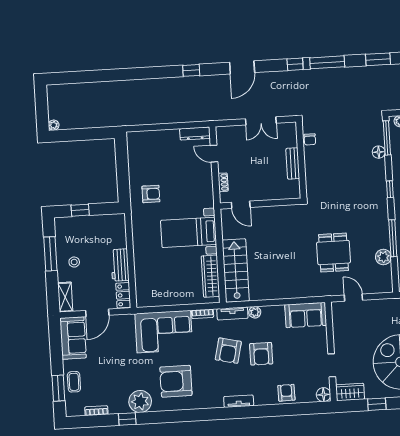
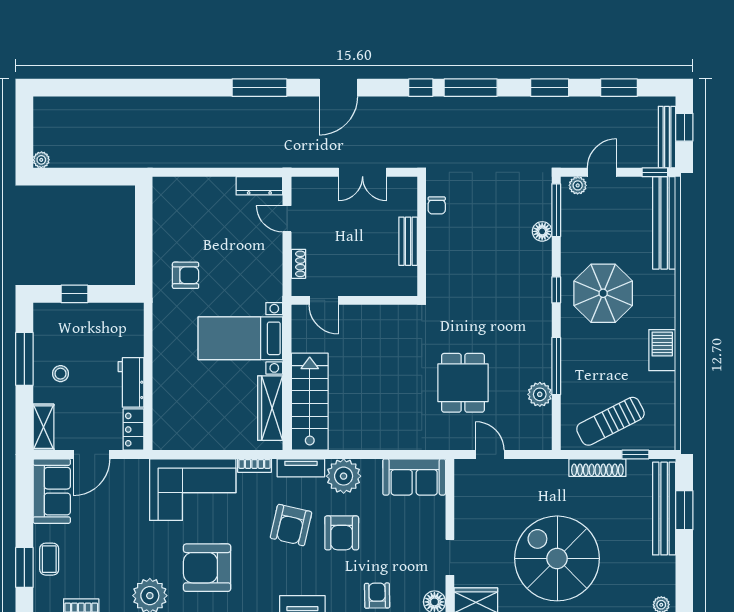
window: (191, 70) -> (259, 88), width x2.17
plant: (255, 312) -> (344, 476), width x1.88, depth x1.88

